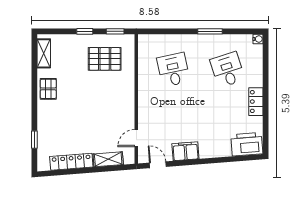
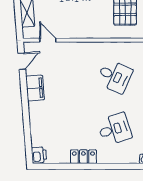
desk: (173, 70) -> (115, 76), turned 36
printer: (247, 144) -> (39, 155), width x0.53, depth x0.68

